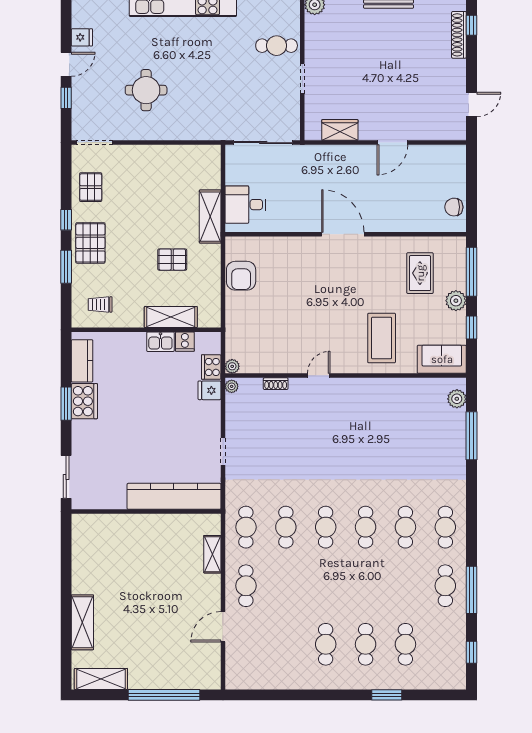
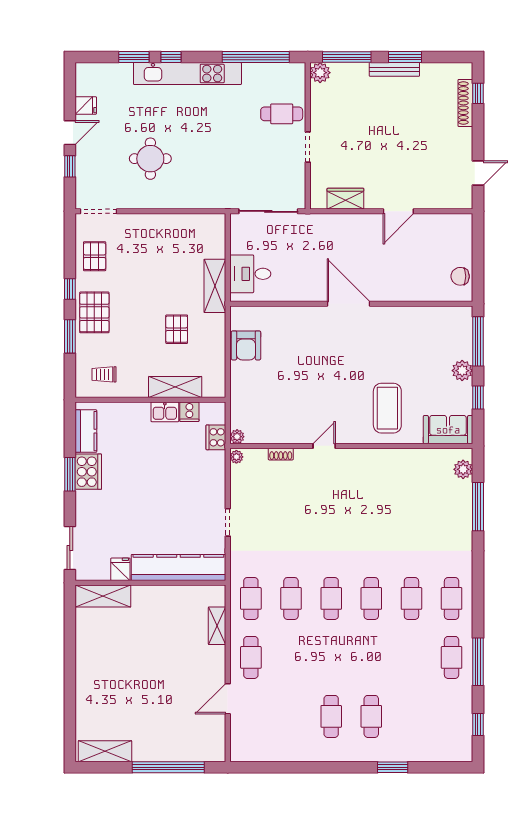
pallet: (172, 260) -> (177, 329), turned 90
rug: (420, 273) -> (426, 343), removed
fridge: (210, 390) -> (120, 569), moved, turned 90
shelving: (82, 622) -> (103, 596), moved, turned 90
cafe table: (405, 644) -> (411, 716), removed

